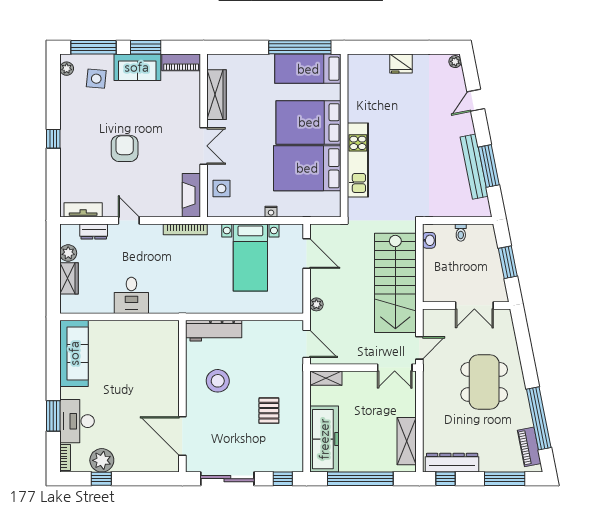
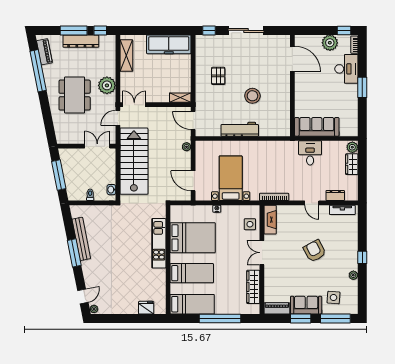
window: (300, 47) -> (220, 318), moved
fridge: (401, 63) -> (146, 308), moved
plant: (67, 69) -> (353, 275), moved
door: (476, 100) -> (83, 296), moved
bed: (309, 122) -> (192, 273), width x0.67
armchair: (125, 148) -> (315, 251), turned 152
window: (489, 166) -> (74, 253), moved
plant: (68, 253) -> (352, 147), moved
window: (508, 262) -> (59, 175), width x1.44
double door: (474, 305) -> (97, 146), moved
workbench: (214, 331) -> (240, 129), moved
sofa: (74, 353) -> (317, 127), moved, turned 90
wall: (182, 396) -> (292, 86), moved
plant: (436, 396) -> (107, 85), added
window: (53, 416) -> (362, 87), moved
door: (182, 436) -> (292, 59), moved
freezer: (324, 439) -> (169, 44), moved, turned -90
dresser: (452, 463) -> (81, 41), moved
window: (101, 479) -> (344, 30), moved
window: (360, 479) -> (157, 30), removed
window: (505, 479) -> (74, 30), moved

